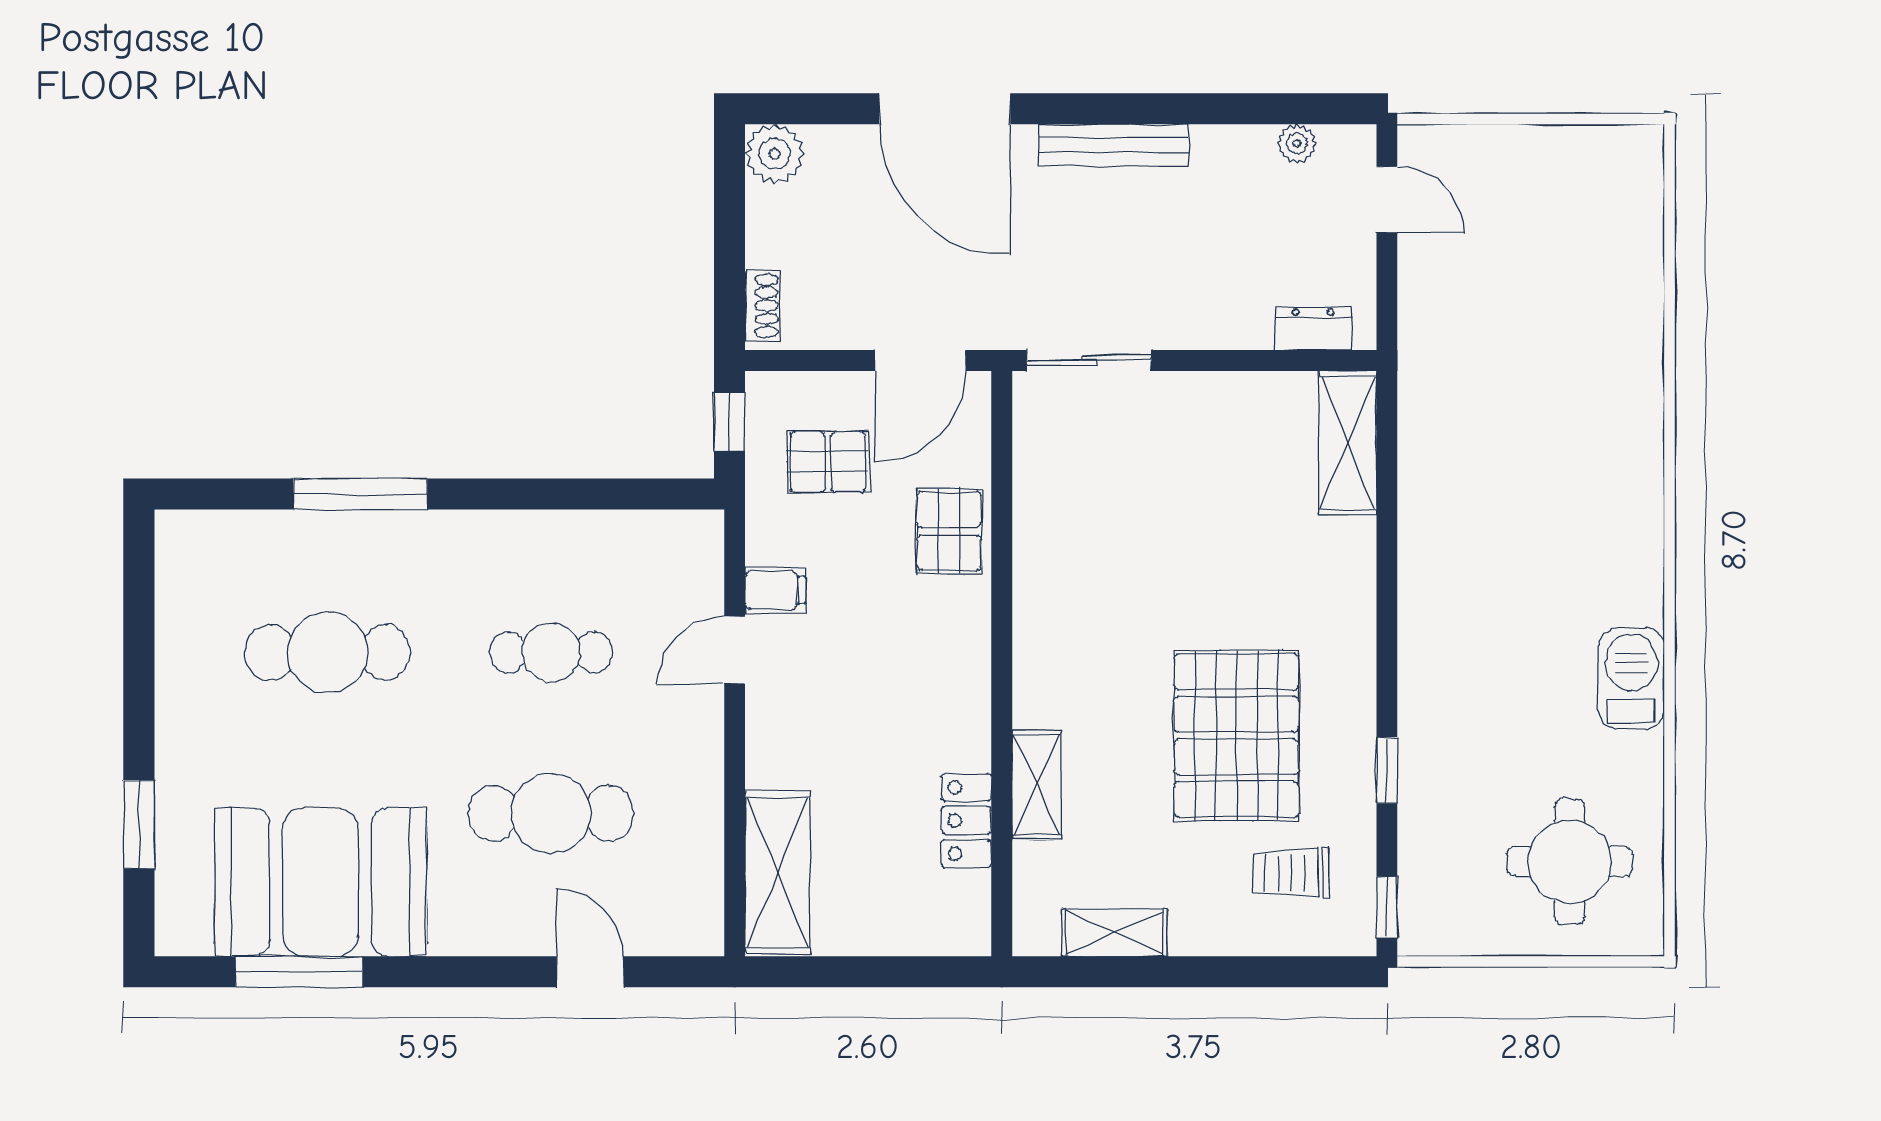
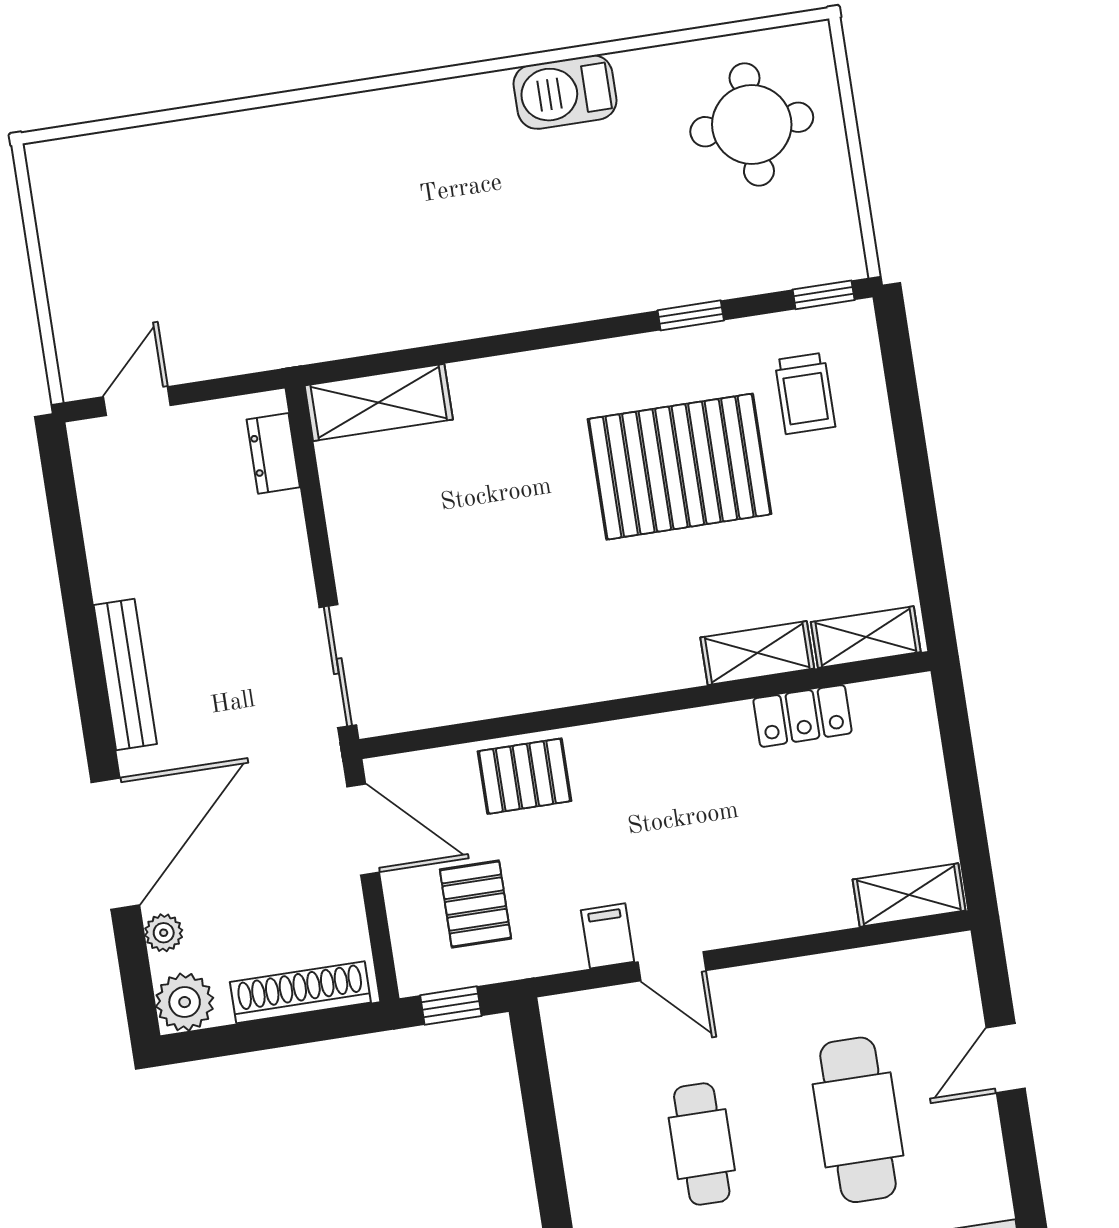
plant: (1297, 144) -> (164, 933), moved
shoe rack: (762, 306) -> (300, 992), width x1.94, depth x1.24
shelving: (778, 873) -> (909, 895), width x0.67, depth x0.75
shelving: (1114, 932) -> (866, 637), moved, turned 90

